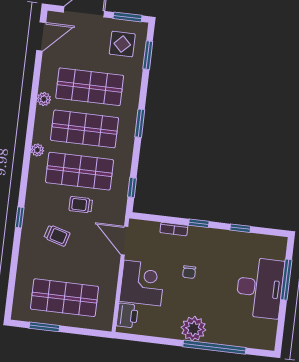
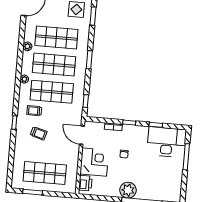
trolley: (81, 205) -> (34, 111), moved
desk: (260, 288) -> (167, 142), moved, turned -90

